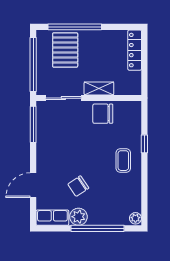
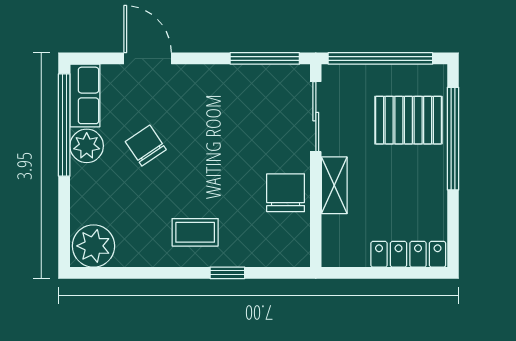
plant: (135, 218) -> (94, 246), width x1.87, depth x1.87
window: (97, 228) -> (64, 125), moved

